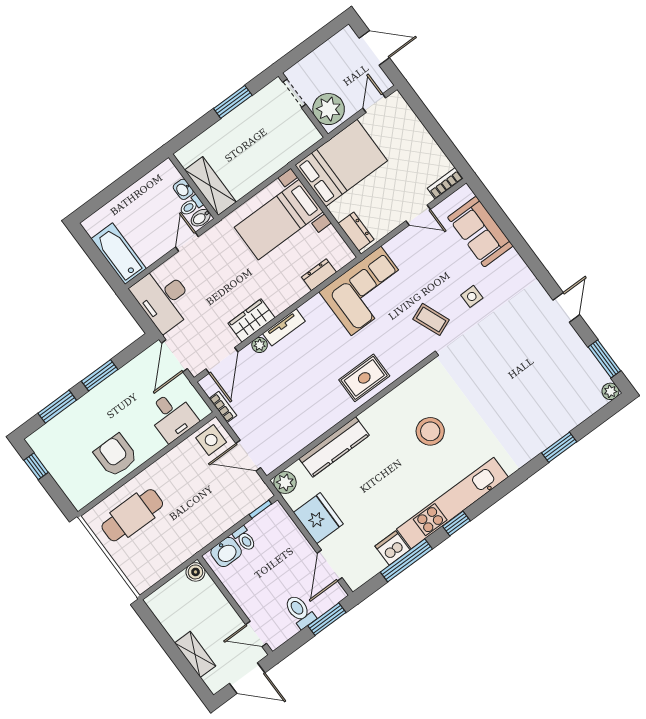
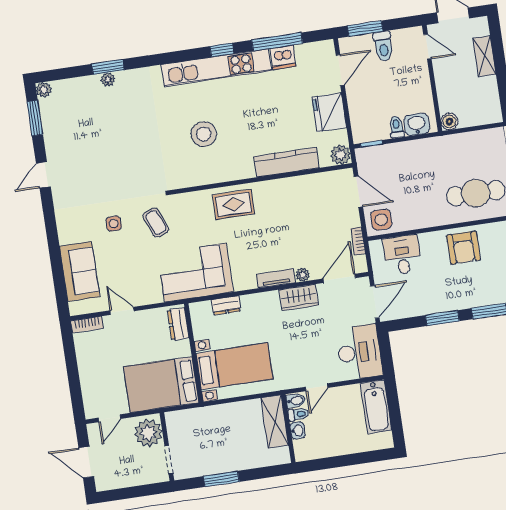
plant: (553, 435) -> (108, 79), added

